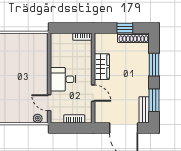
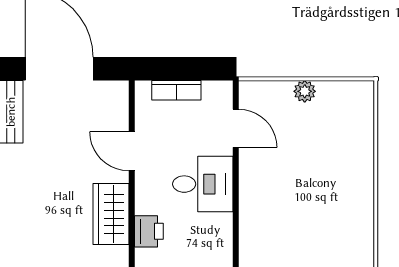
printer: (86, 59) -> (149, 231), added
plant: (38, 118) -> (305, 91), moved

